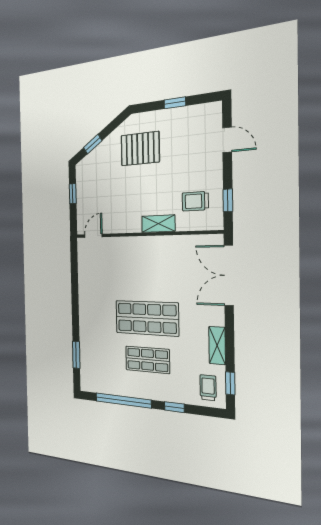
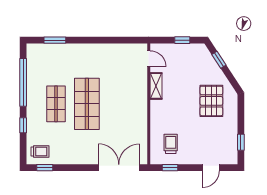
window: (175, 103) -> (241, 142), moved
shelving: (158, 224) -> (156, 86), moved
shelving: (217, 345) -> (70, 159), removed

